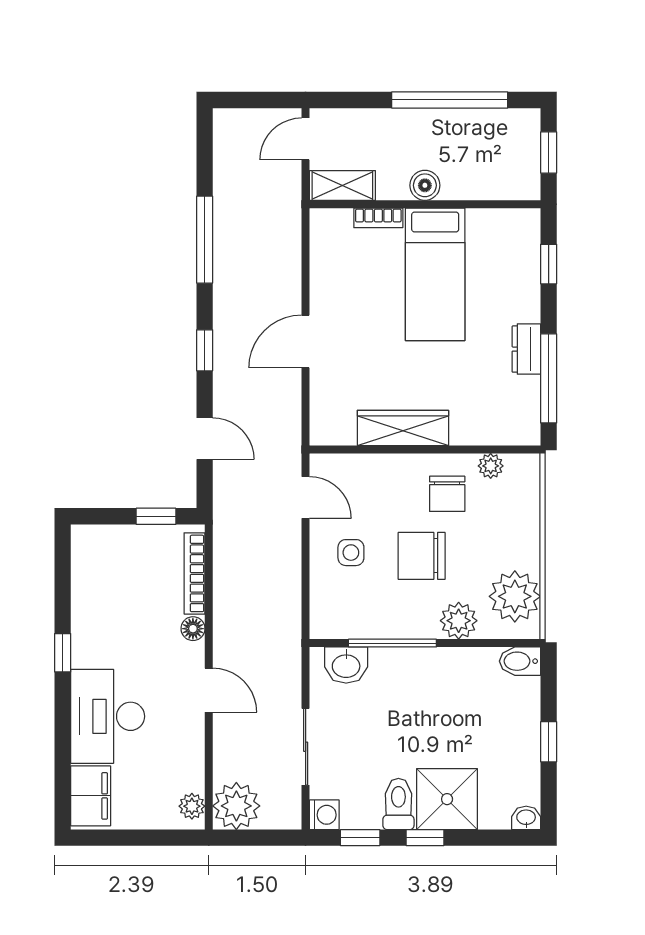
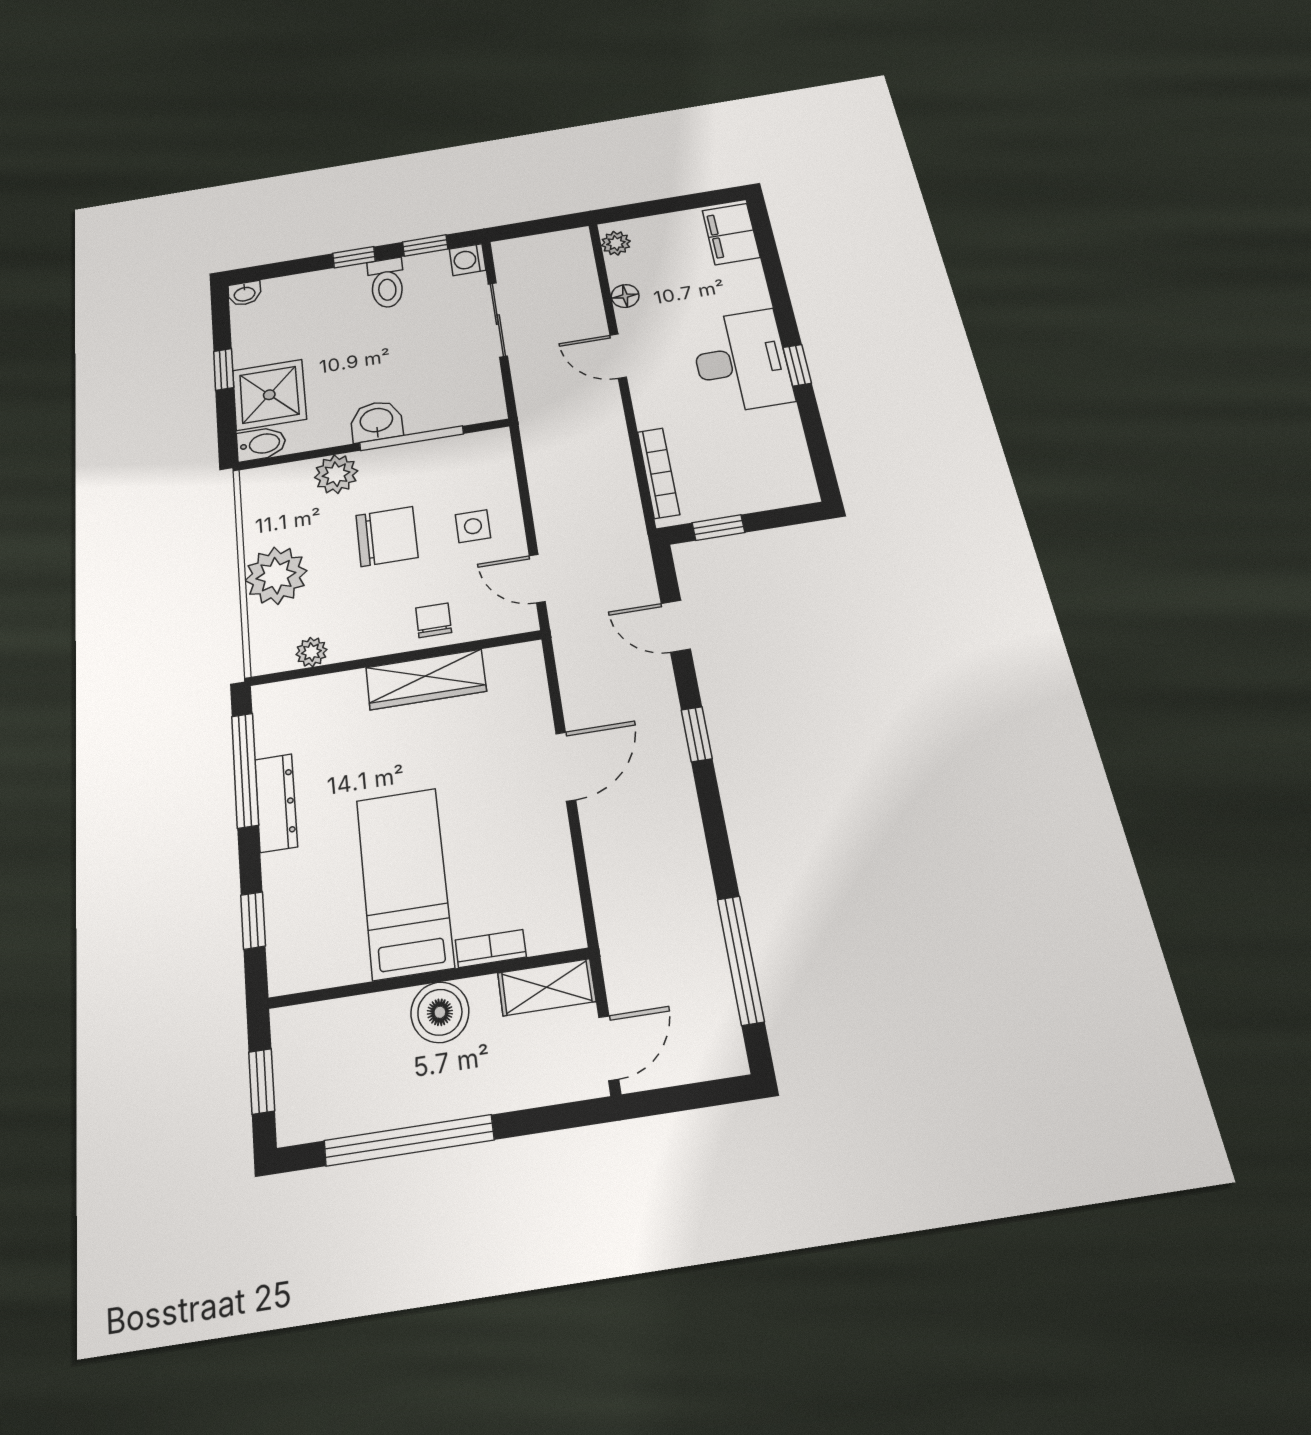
boiler: (425, 185) -> (440, 1012), width x1.36, depth x1.36
window: (205, 240) -> (741, 960), moved
dresser: (526, 349) -> (276, 803), width x1.44
chair: (447, 494) -> (434, 620), moved, width x0.73, depth x0.73
plant: (515, 596) -> (276, 576), moved
floor lamp: (193, 629) -> (625, 296), moved
washbasin: (346, 665) -> (376, 421), moved
desk: (108, 716) -> (741, 361), moved
shower: (447, 799) -> (269, 395), moved
plant: (236, 806) -> (566, 252), removed

